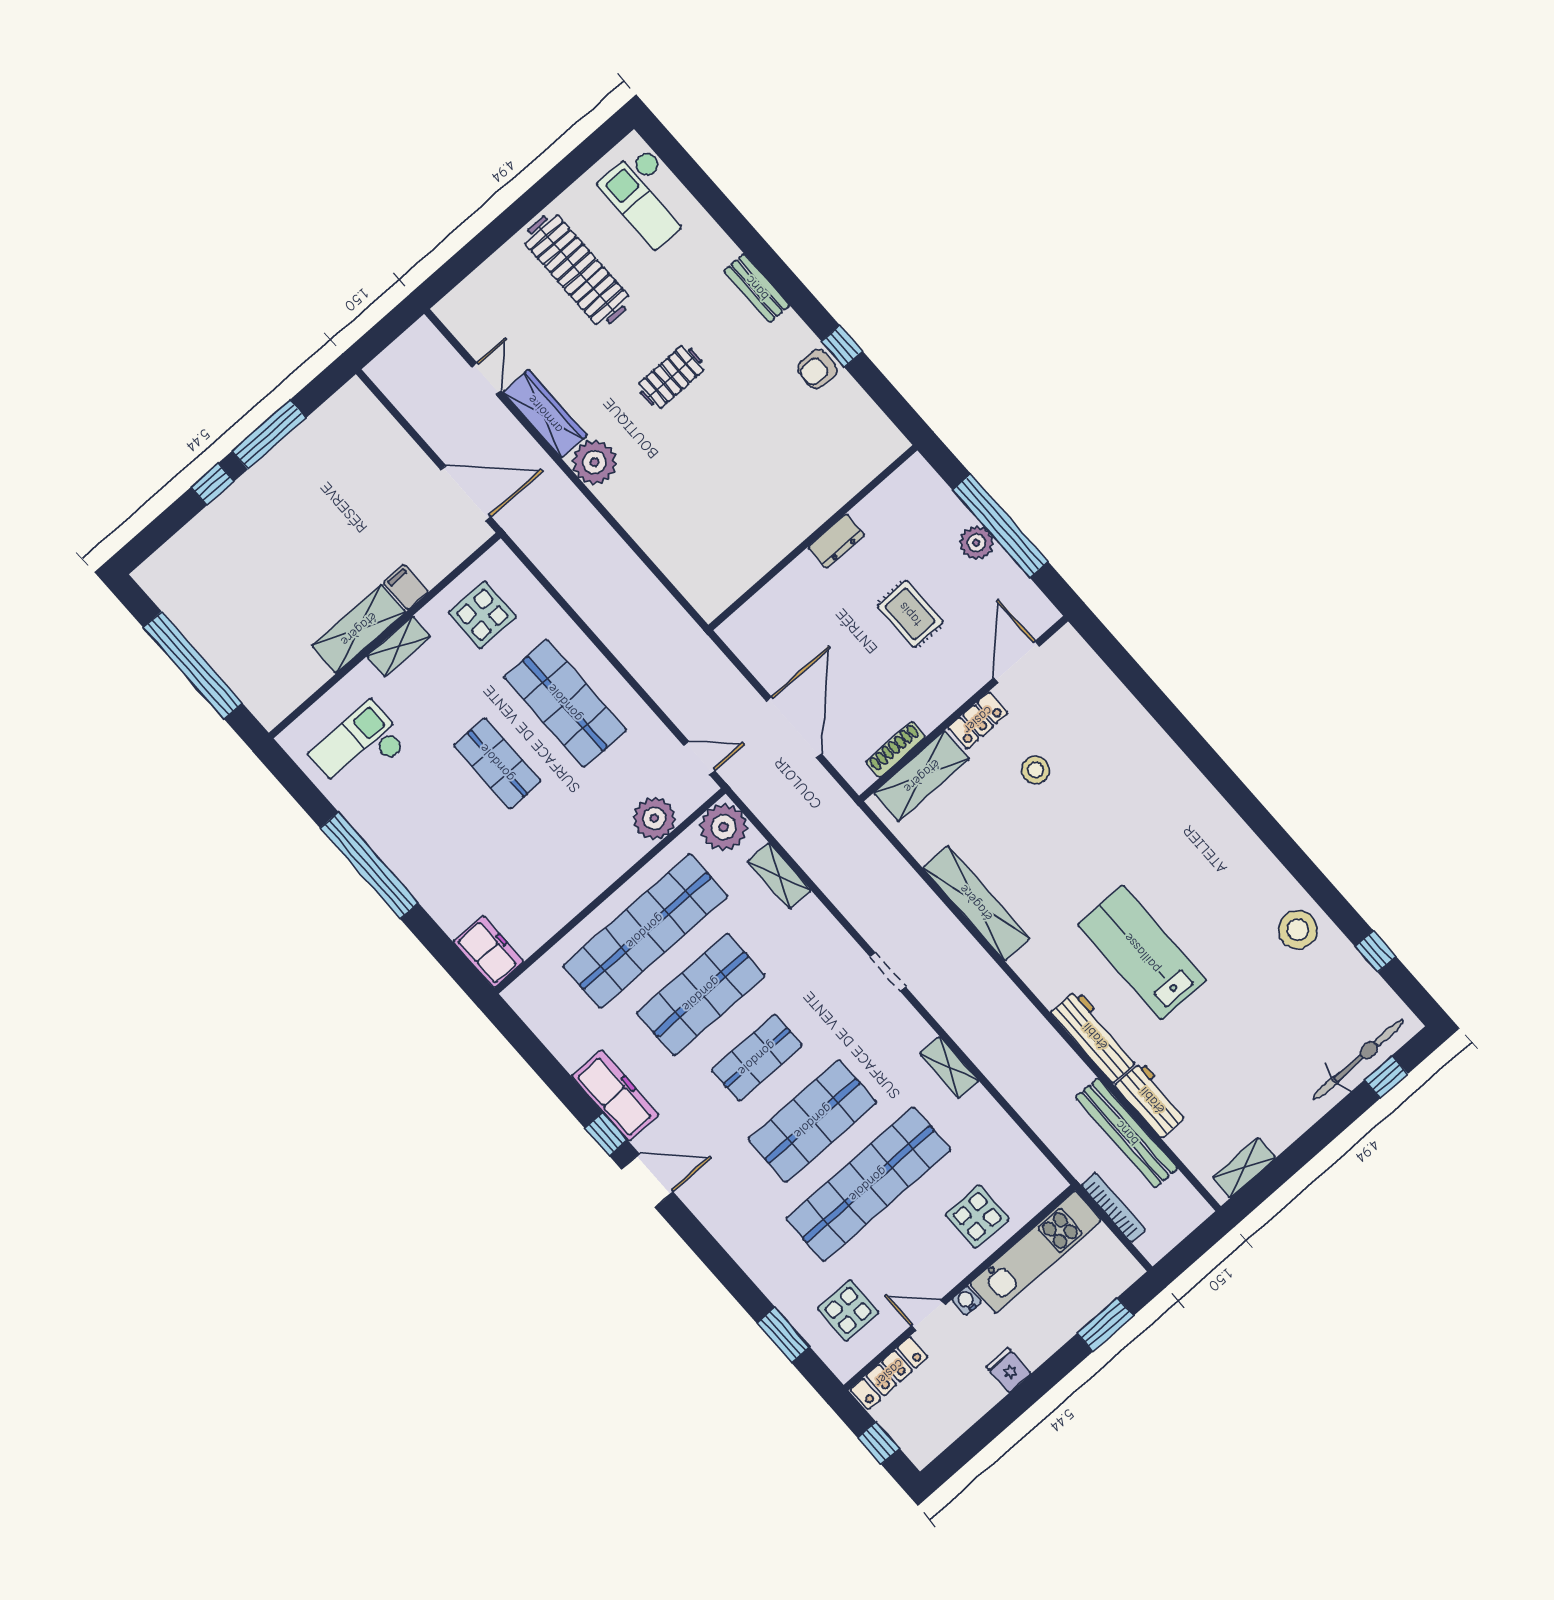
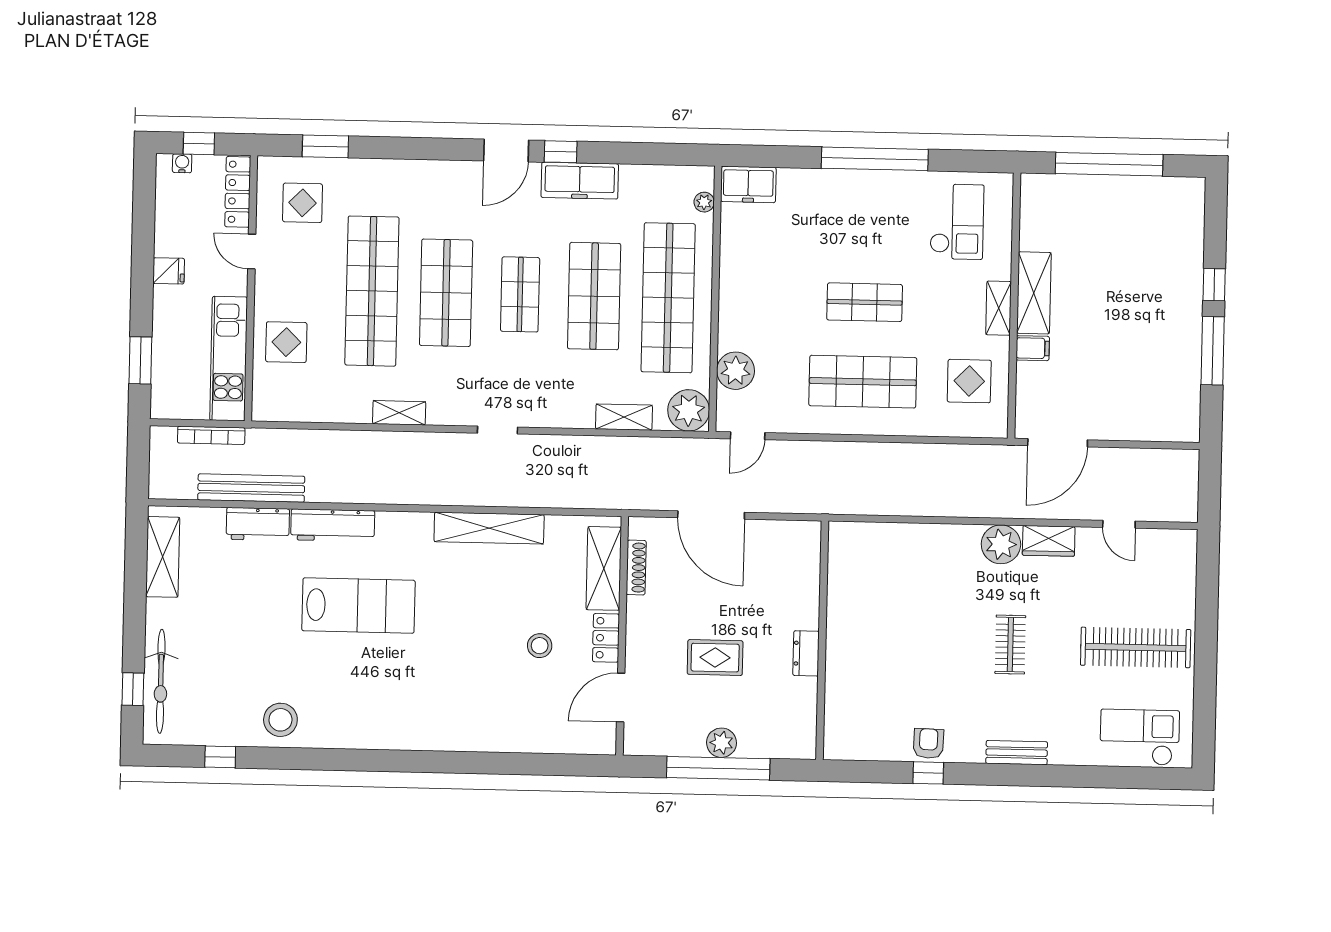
wardrobe: (545, 414) -> (1049, 541), width x0.67
door: (1016, 662) -> (621, 698), swing flipped
plant: (537, 975) -> (704, 202), added
shelving: (1244, 1168) -> (163, 557), width x1.50, depth x1.33
water cooler: (967, 1301) -> (182, 163), moved, turned -90
door: (928, 1315) -> (252, 252), swing flipped

